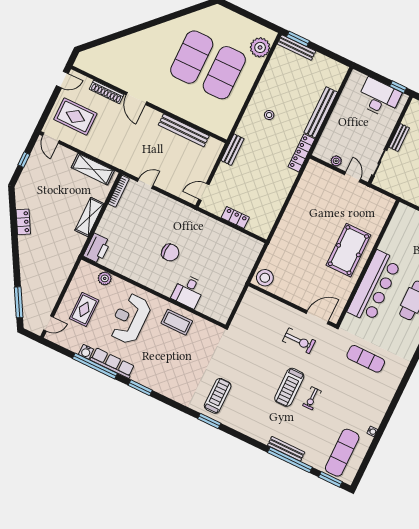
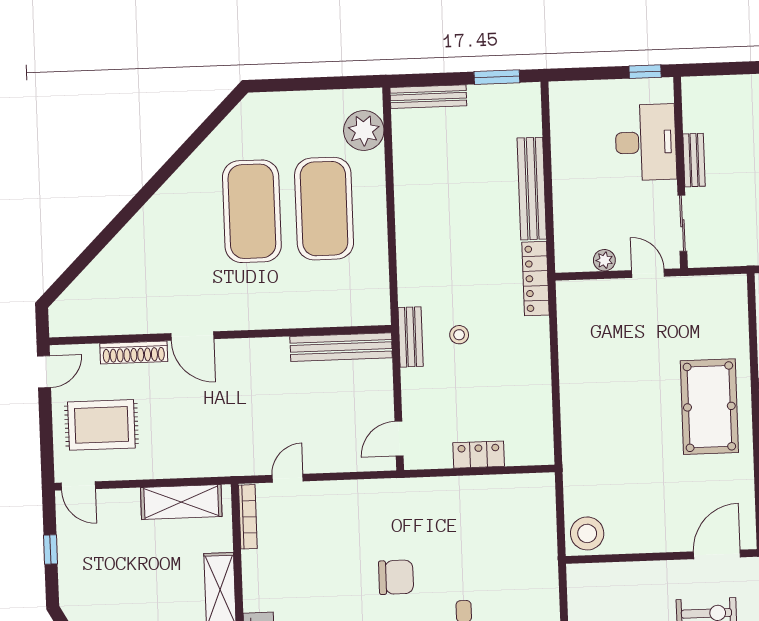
window: (298, 39) -> (497, 77), moved
desk: (379, 98) -> (646, 142), moved, turned 90
stool: (269, 115) -> (459, 335), moved
bench: (184, 130) -> (341, 347), moved

